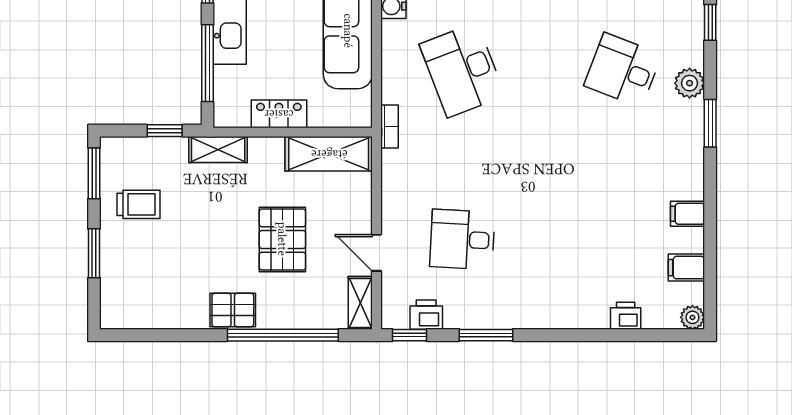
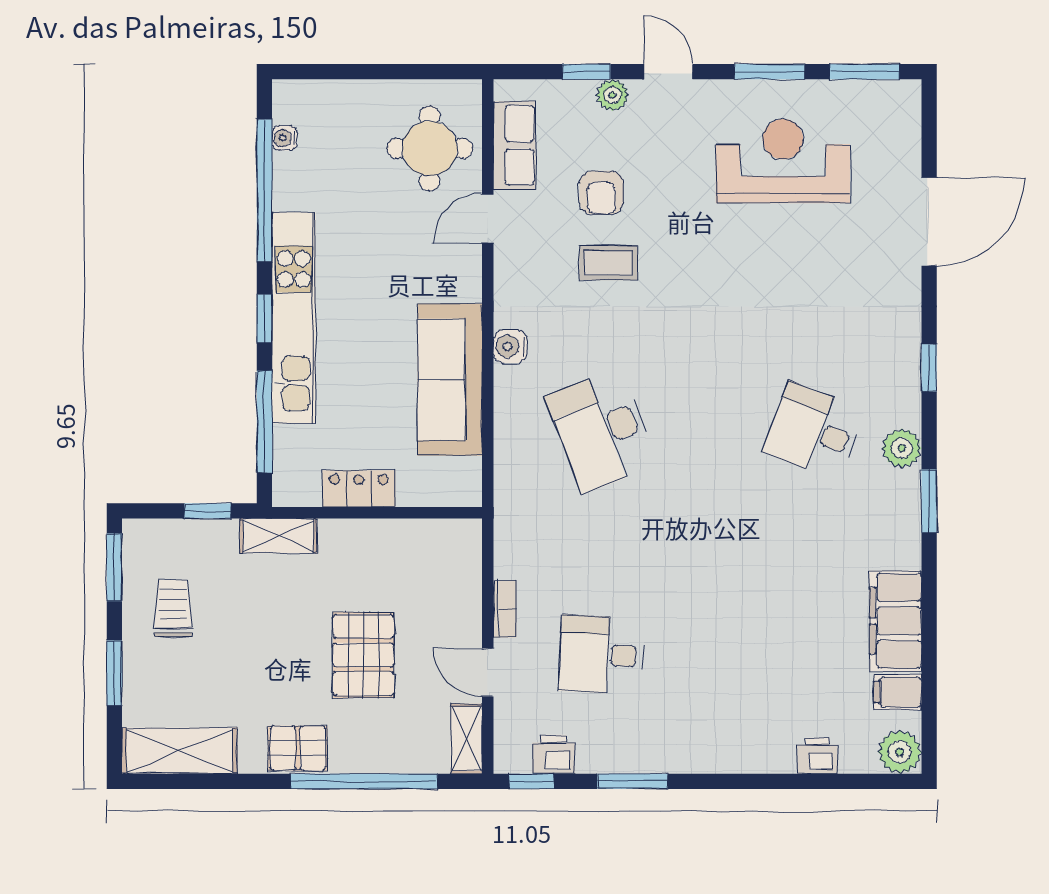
bookcase: (389, 126) -> (505, 609), moved
shelving: (329, 154) -> (179, 751), moved
trolley: (139, 204) -> (173, 608), turned -90
filing cabinet: (688, 214) -> (896, 621), width x3.00, depth x1.17
plant: (692, 317) -> (900, 752), width x1.38, depth x1.38

